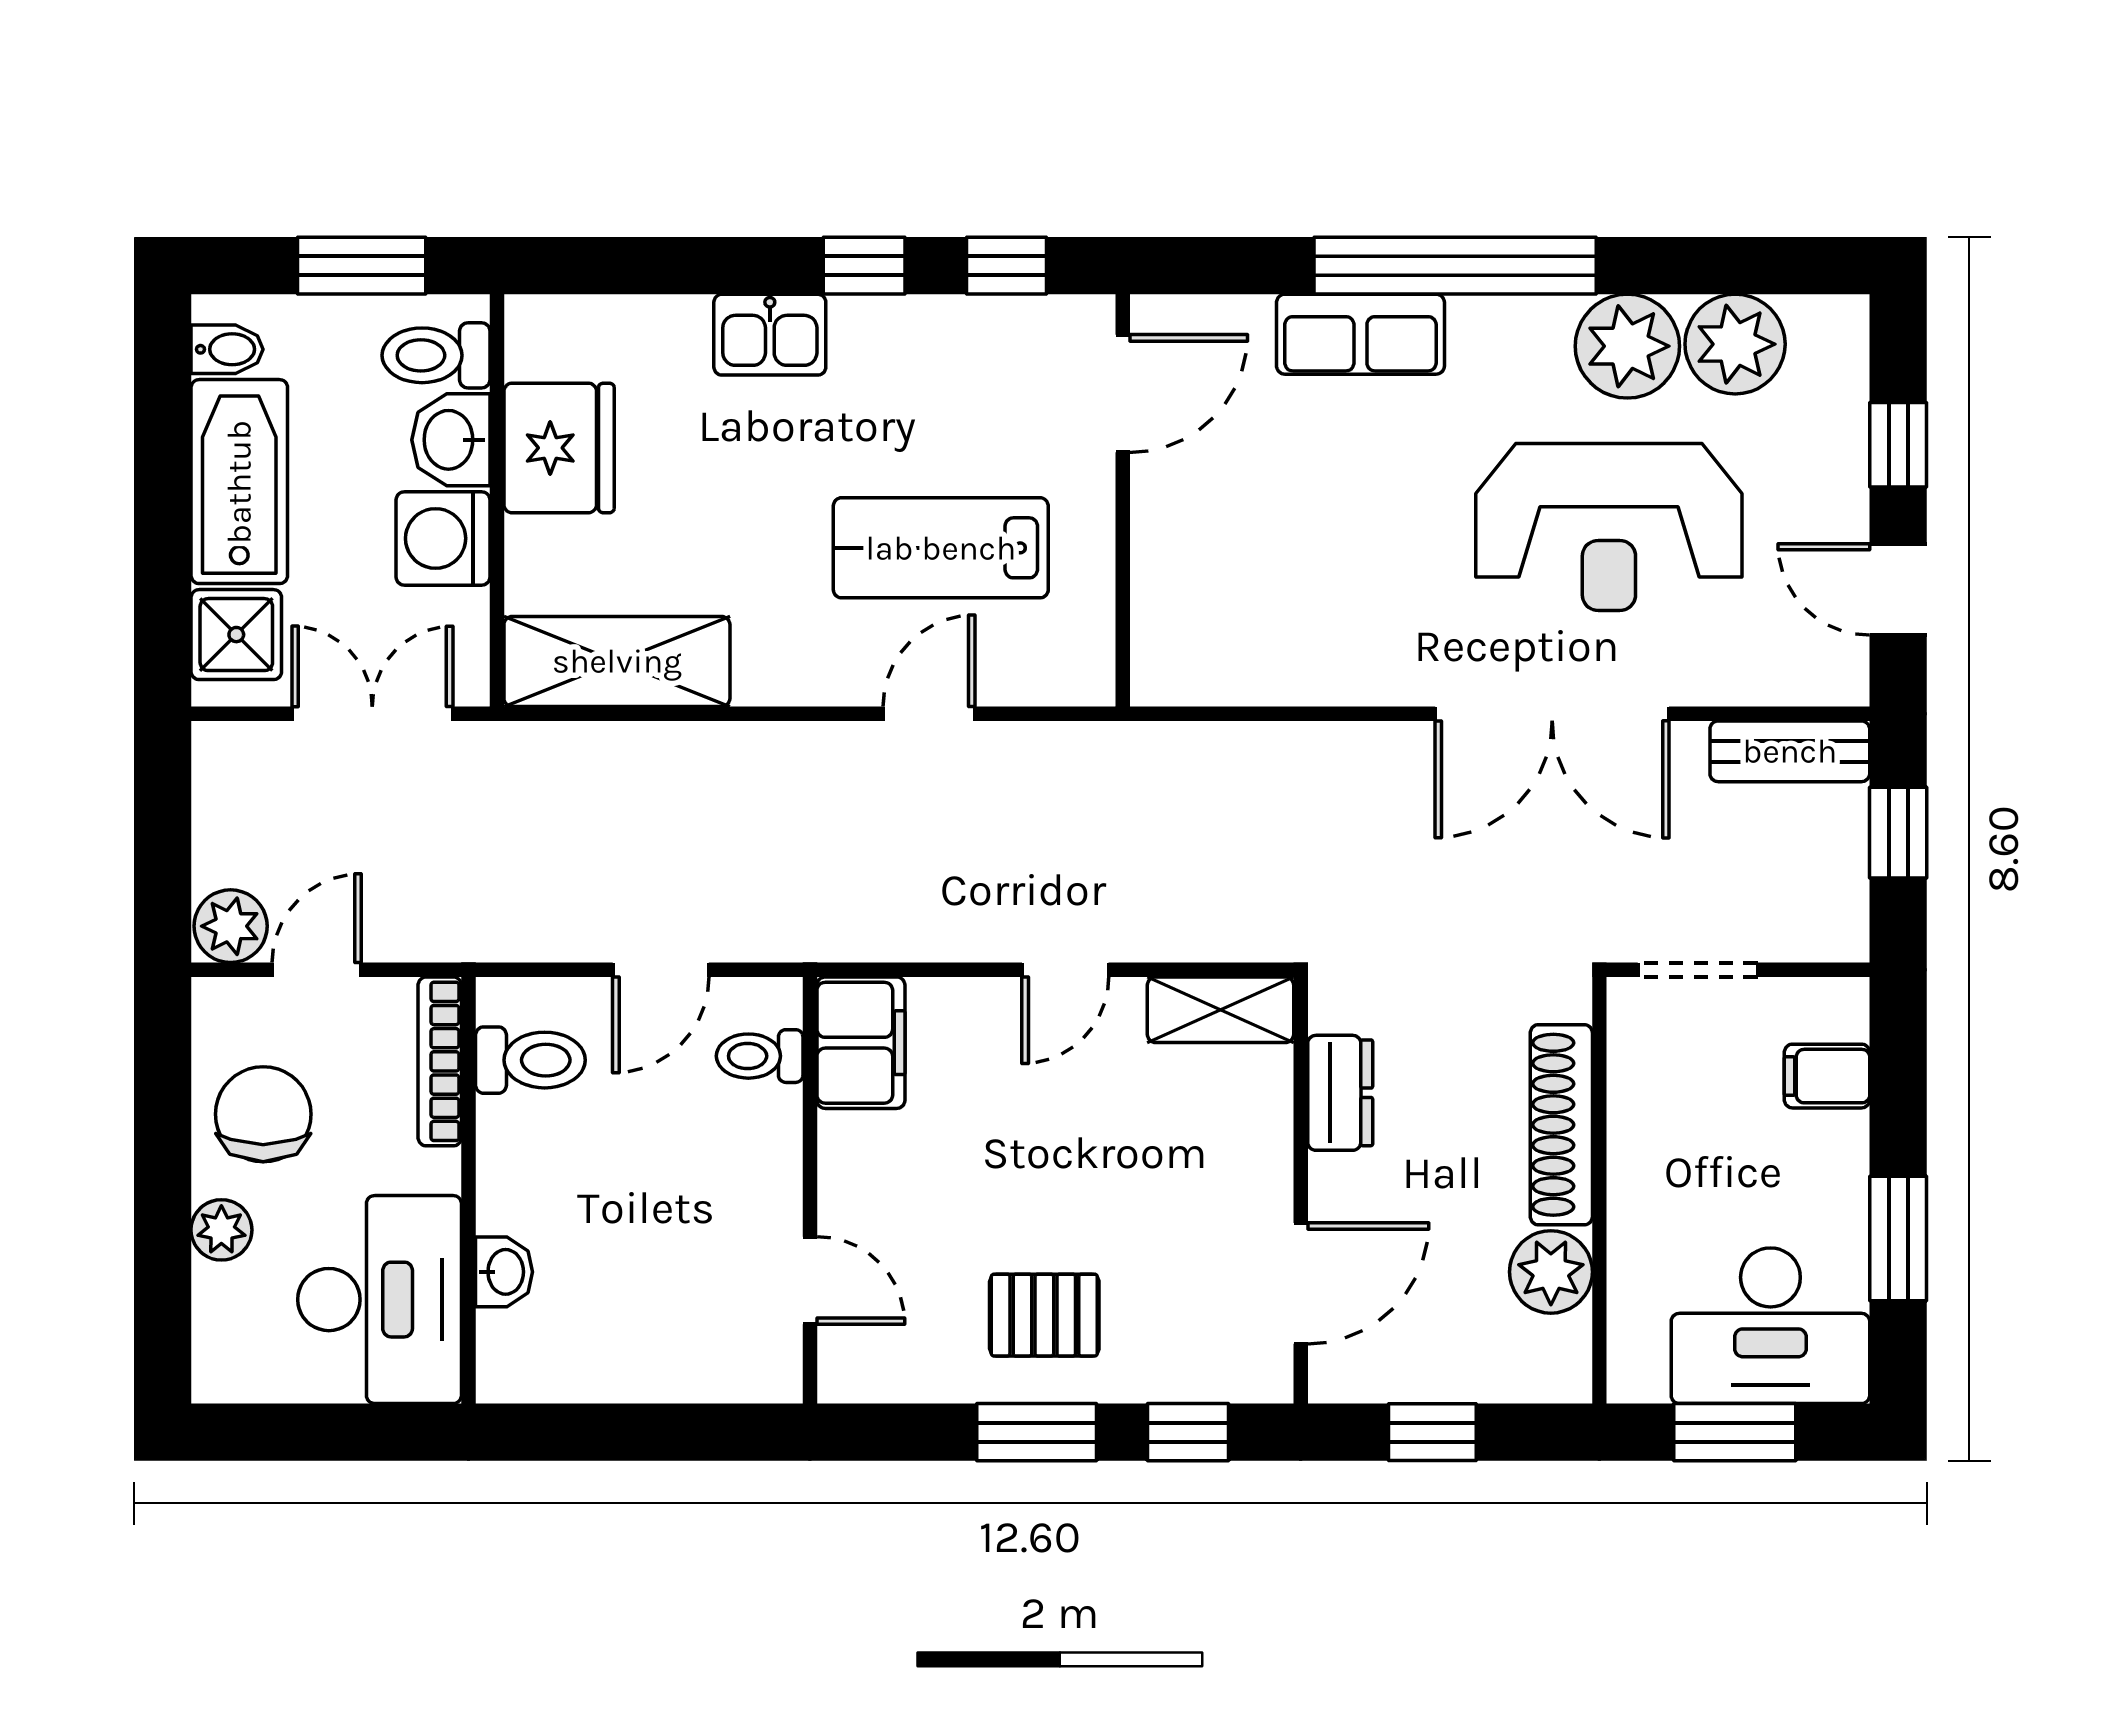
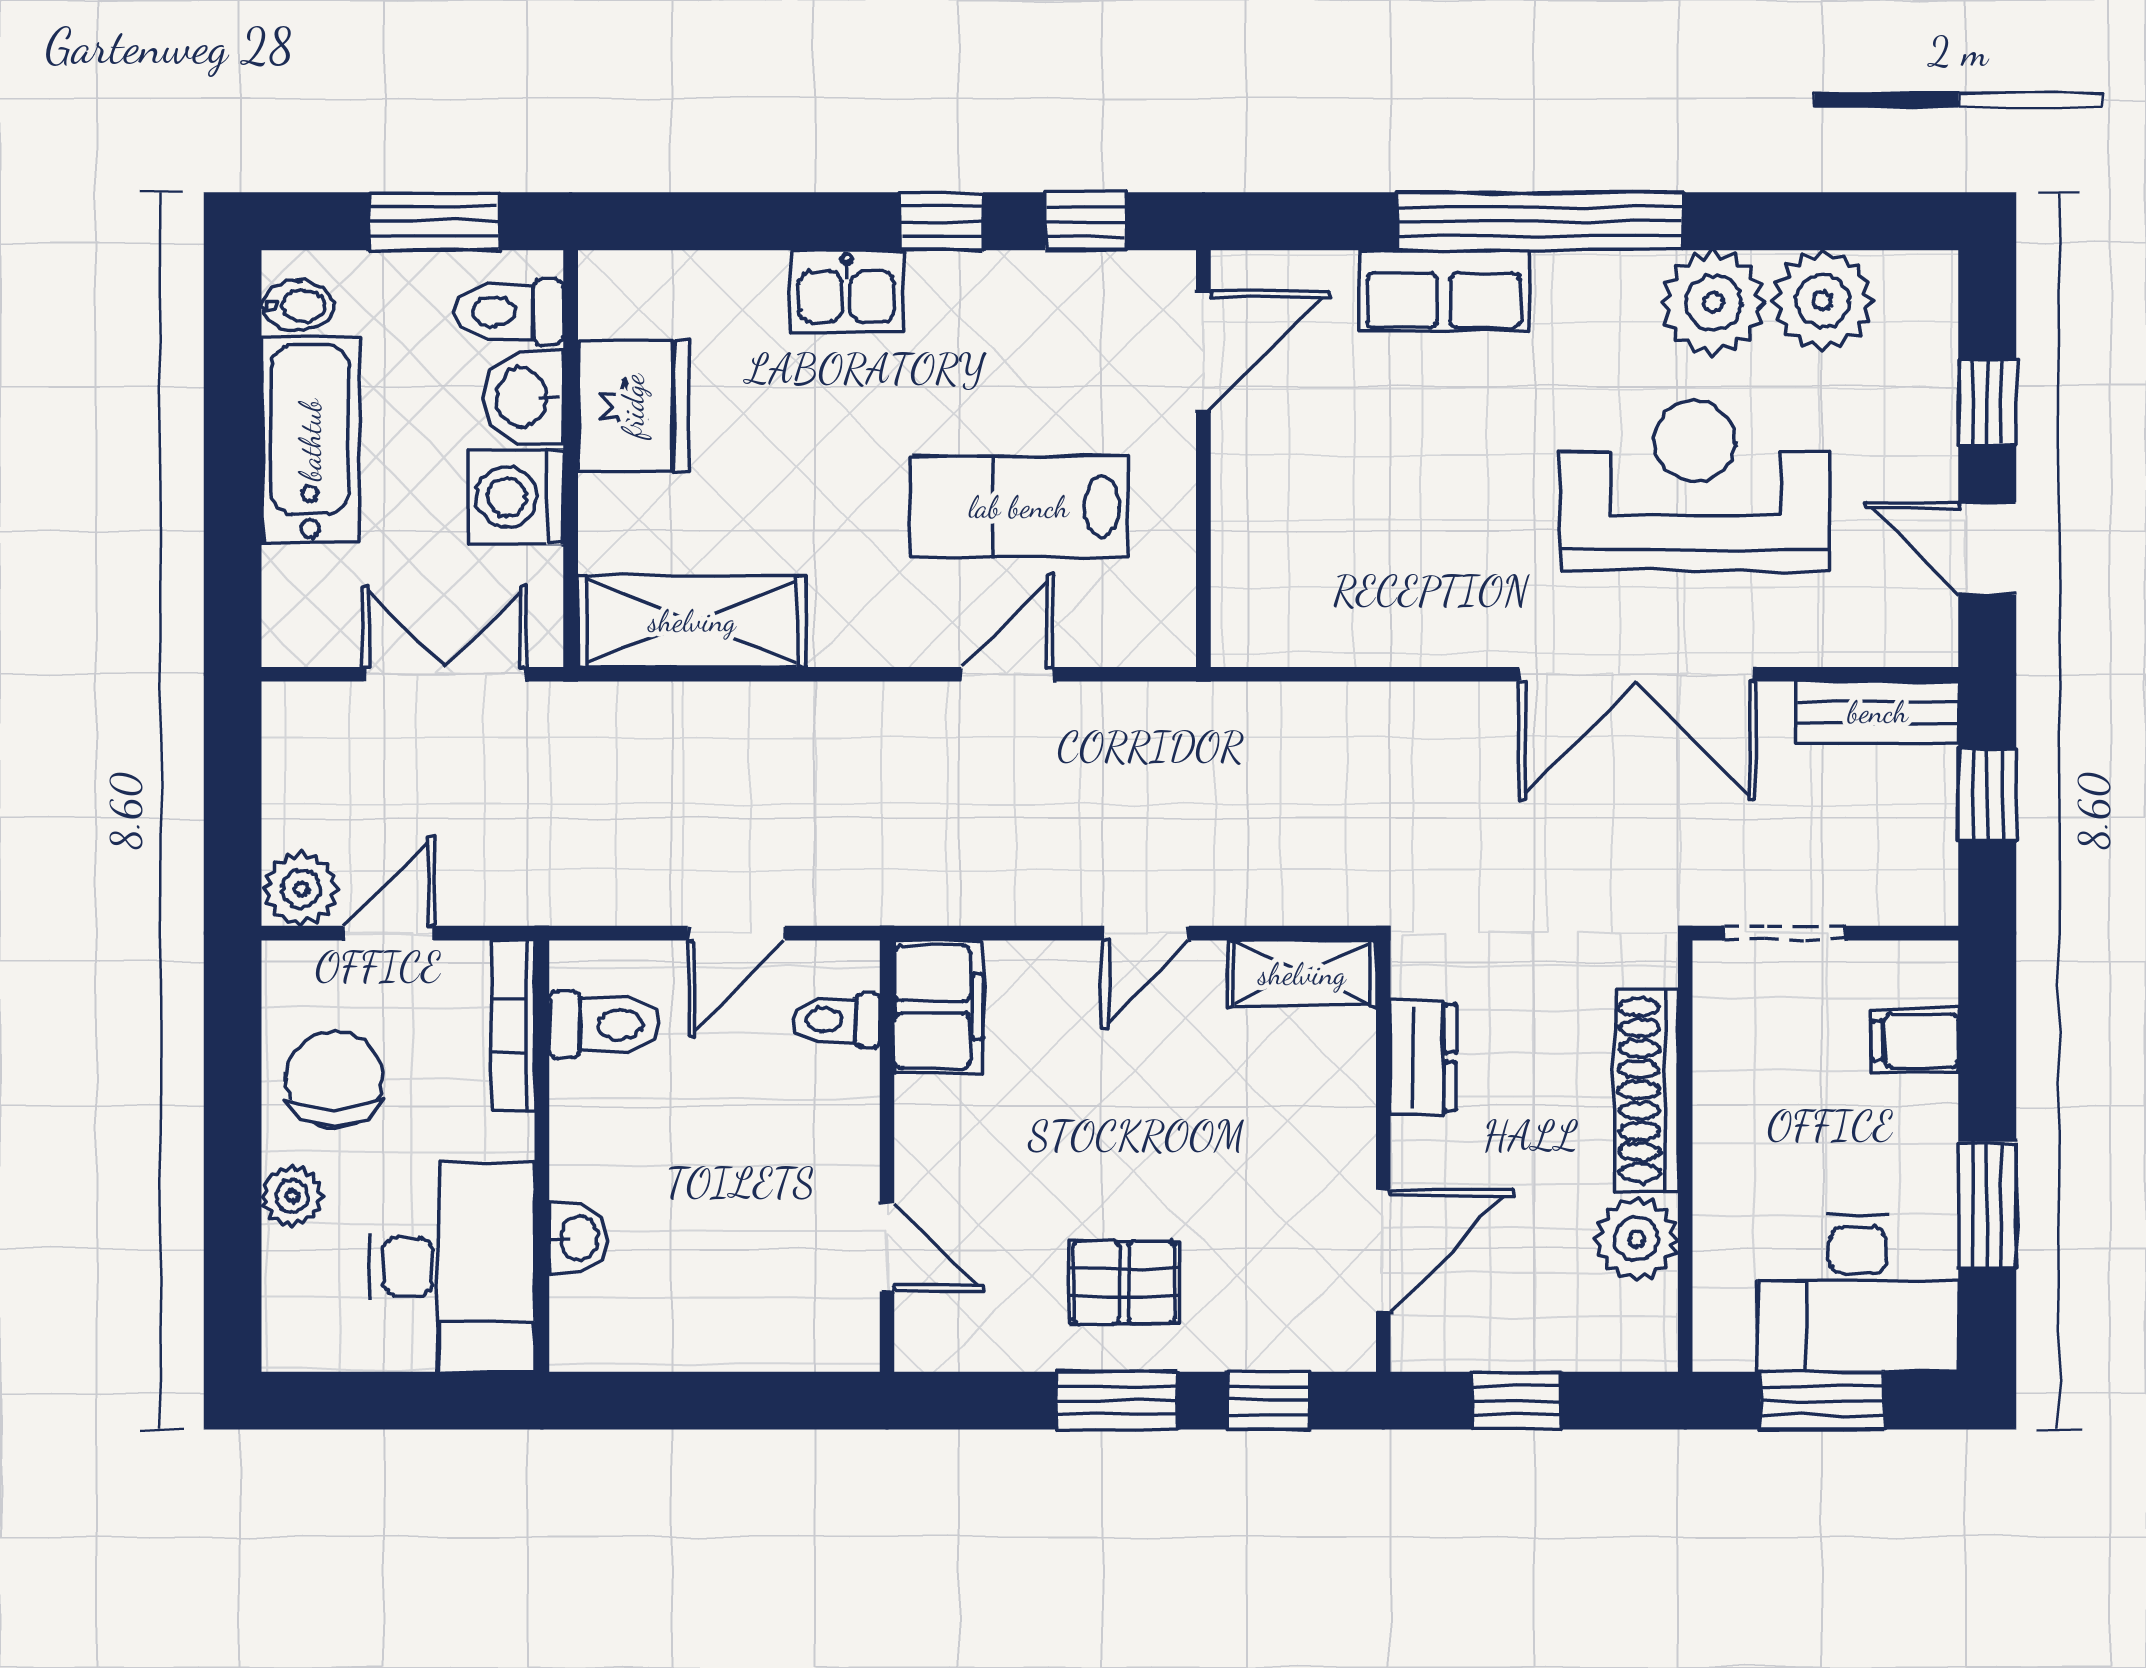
reception desk: (1609, 527) -> (1695, 485), turned 180
shower: (236, 635) -> (307, 594), removed

